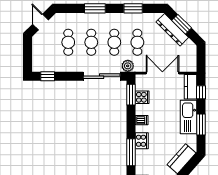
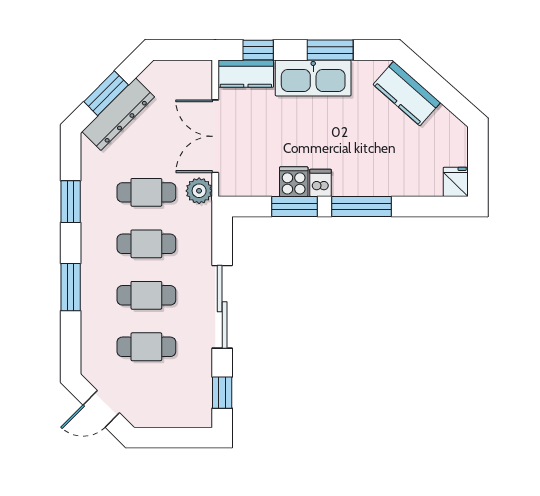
plant: (128, 66) -> (199, 191), moved
sliding door: (102, 76) -> (222, 307), moved
window: (131, 95) -> (295, 206), moved
cooker: (142, 97) -> (294, 182), moved
cooker: (142, 141) -> (366, 183), removed
window: (131, 152) -> (361, 206), moved

